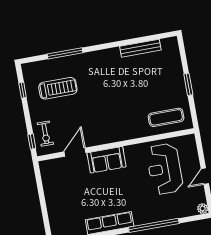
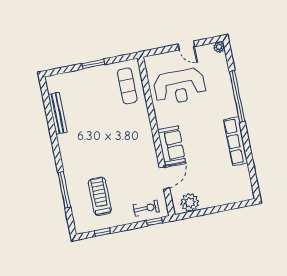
door: (75, 152) -> (164, 178), swing flipped
plant: (50, 177) -> (190, 203), added

